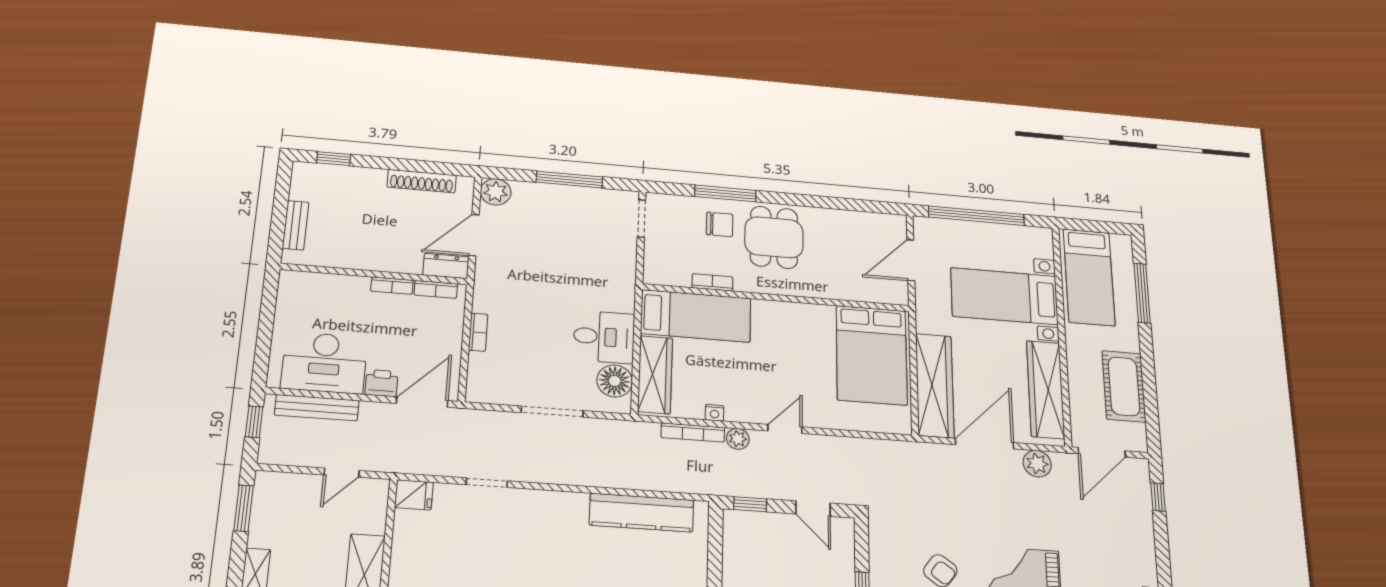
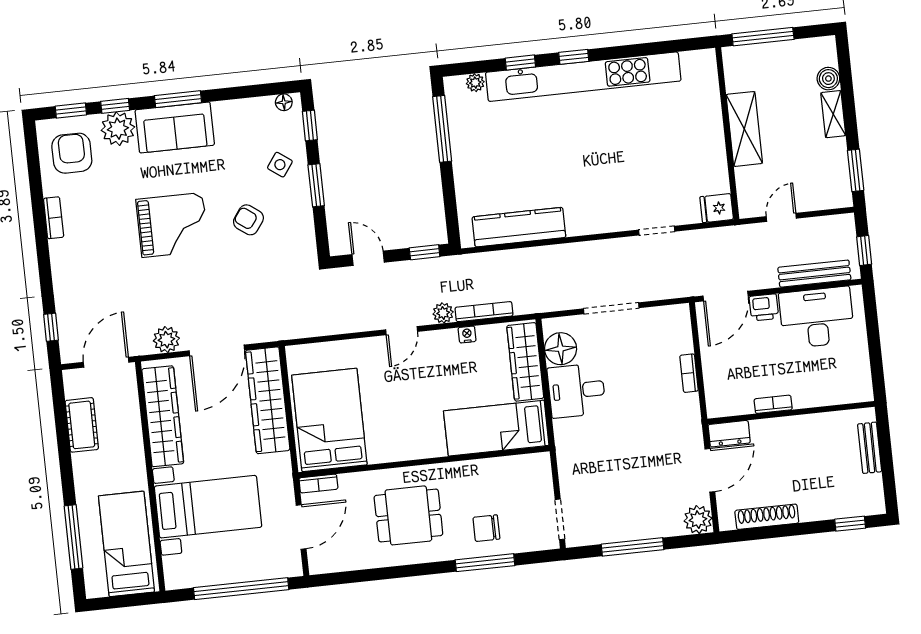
dining table: (774, 237) -> (408, 515), moved, turned 90
bookcase: (712, 282) -> (318, 484), moved
bookcase: (436, 289) -> (734, 408), removed
cot: (1124, 386) -> (82, 425), width x0.73, depth x0.75

